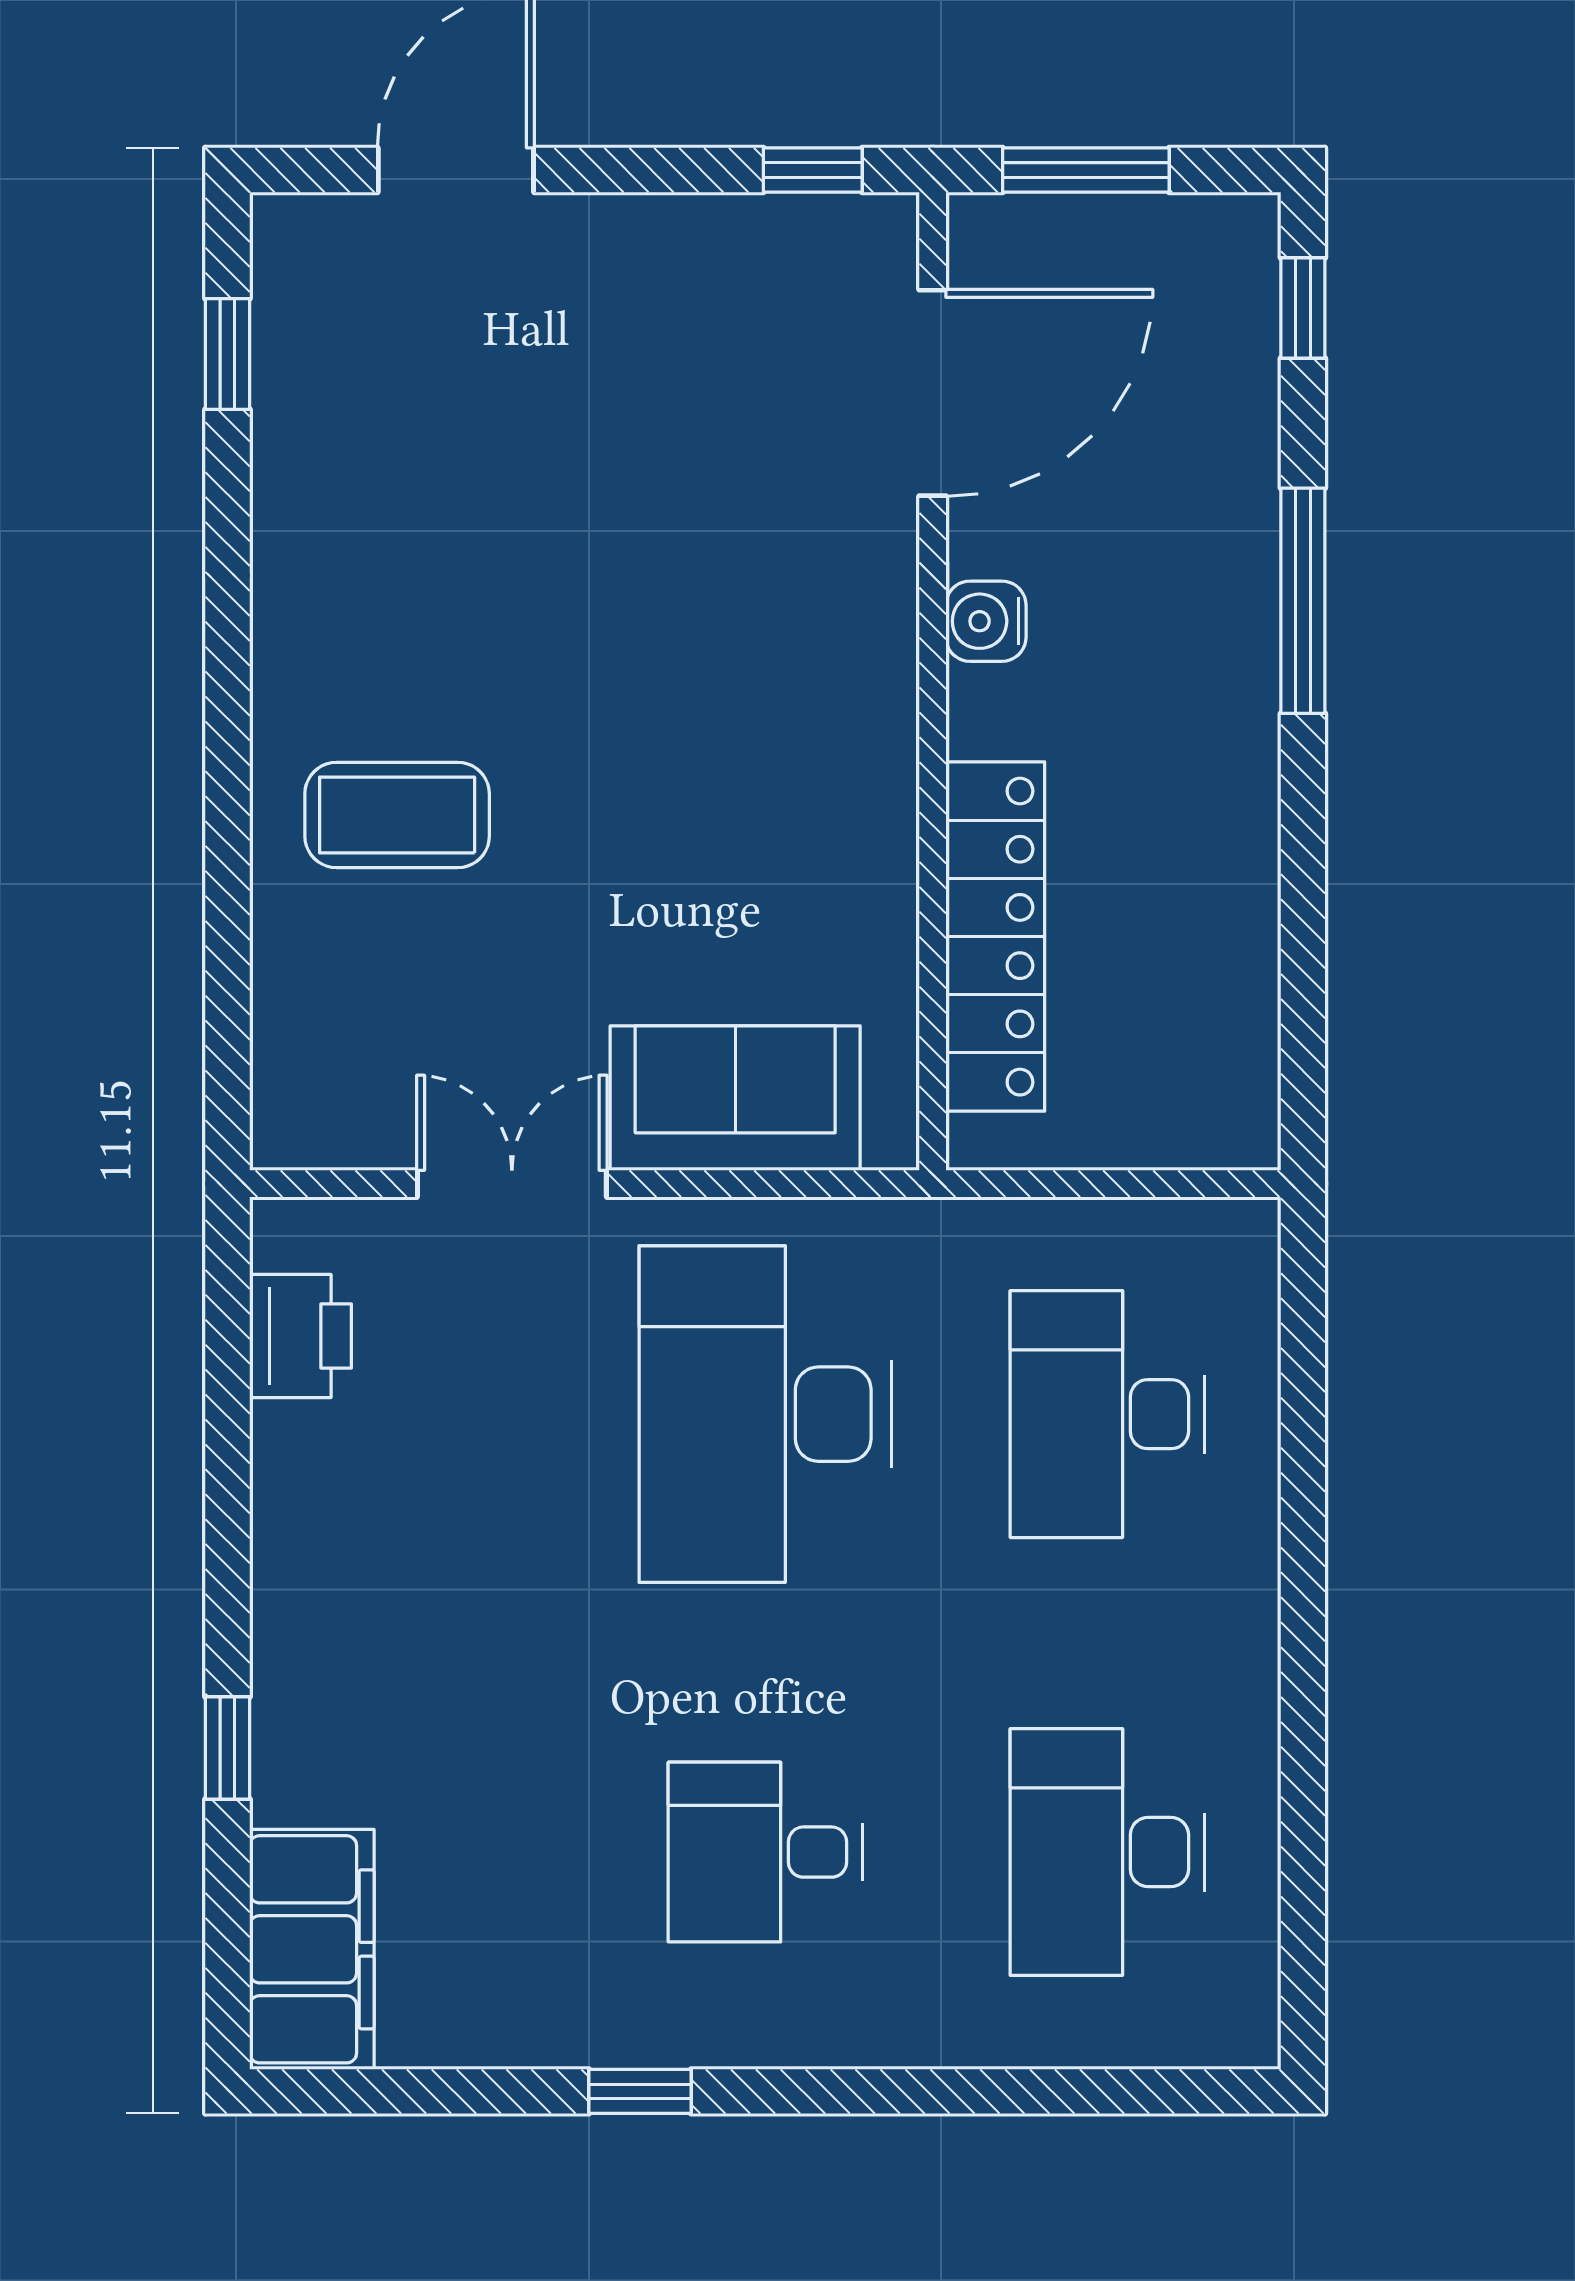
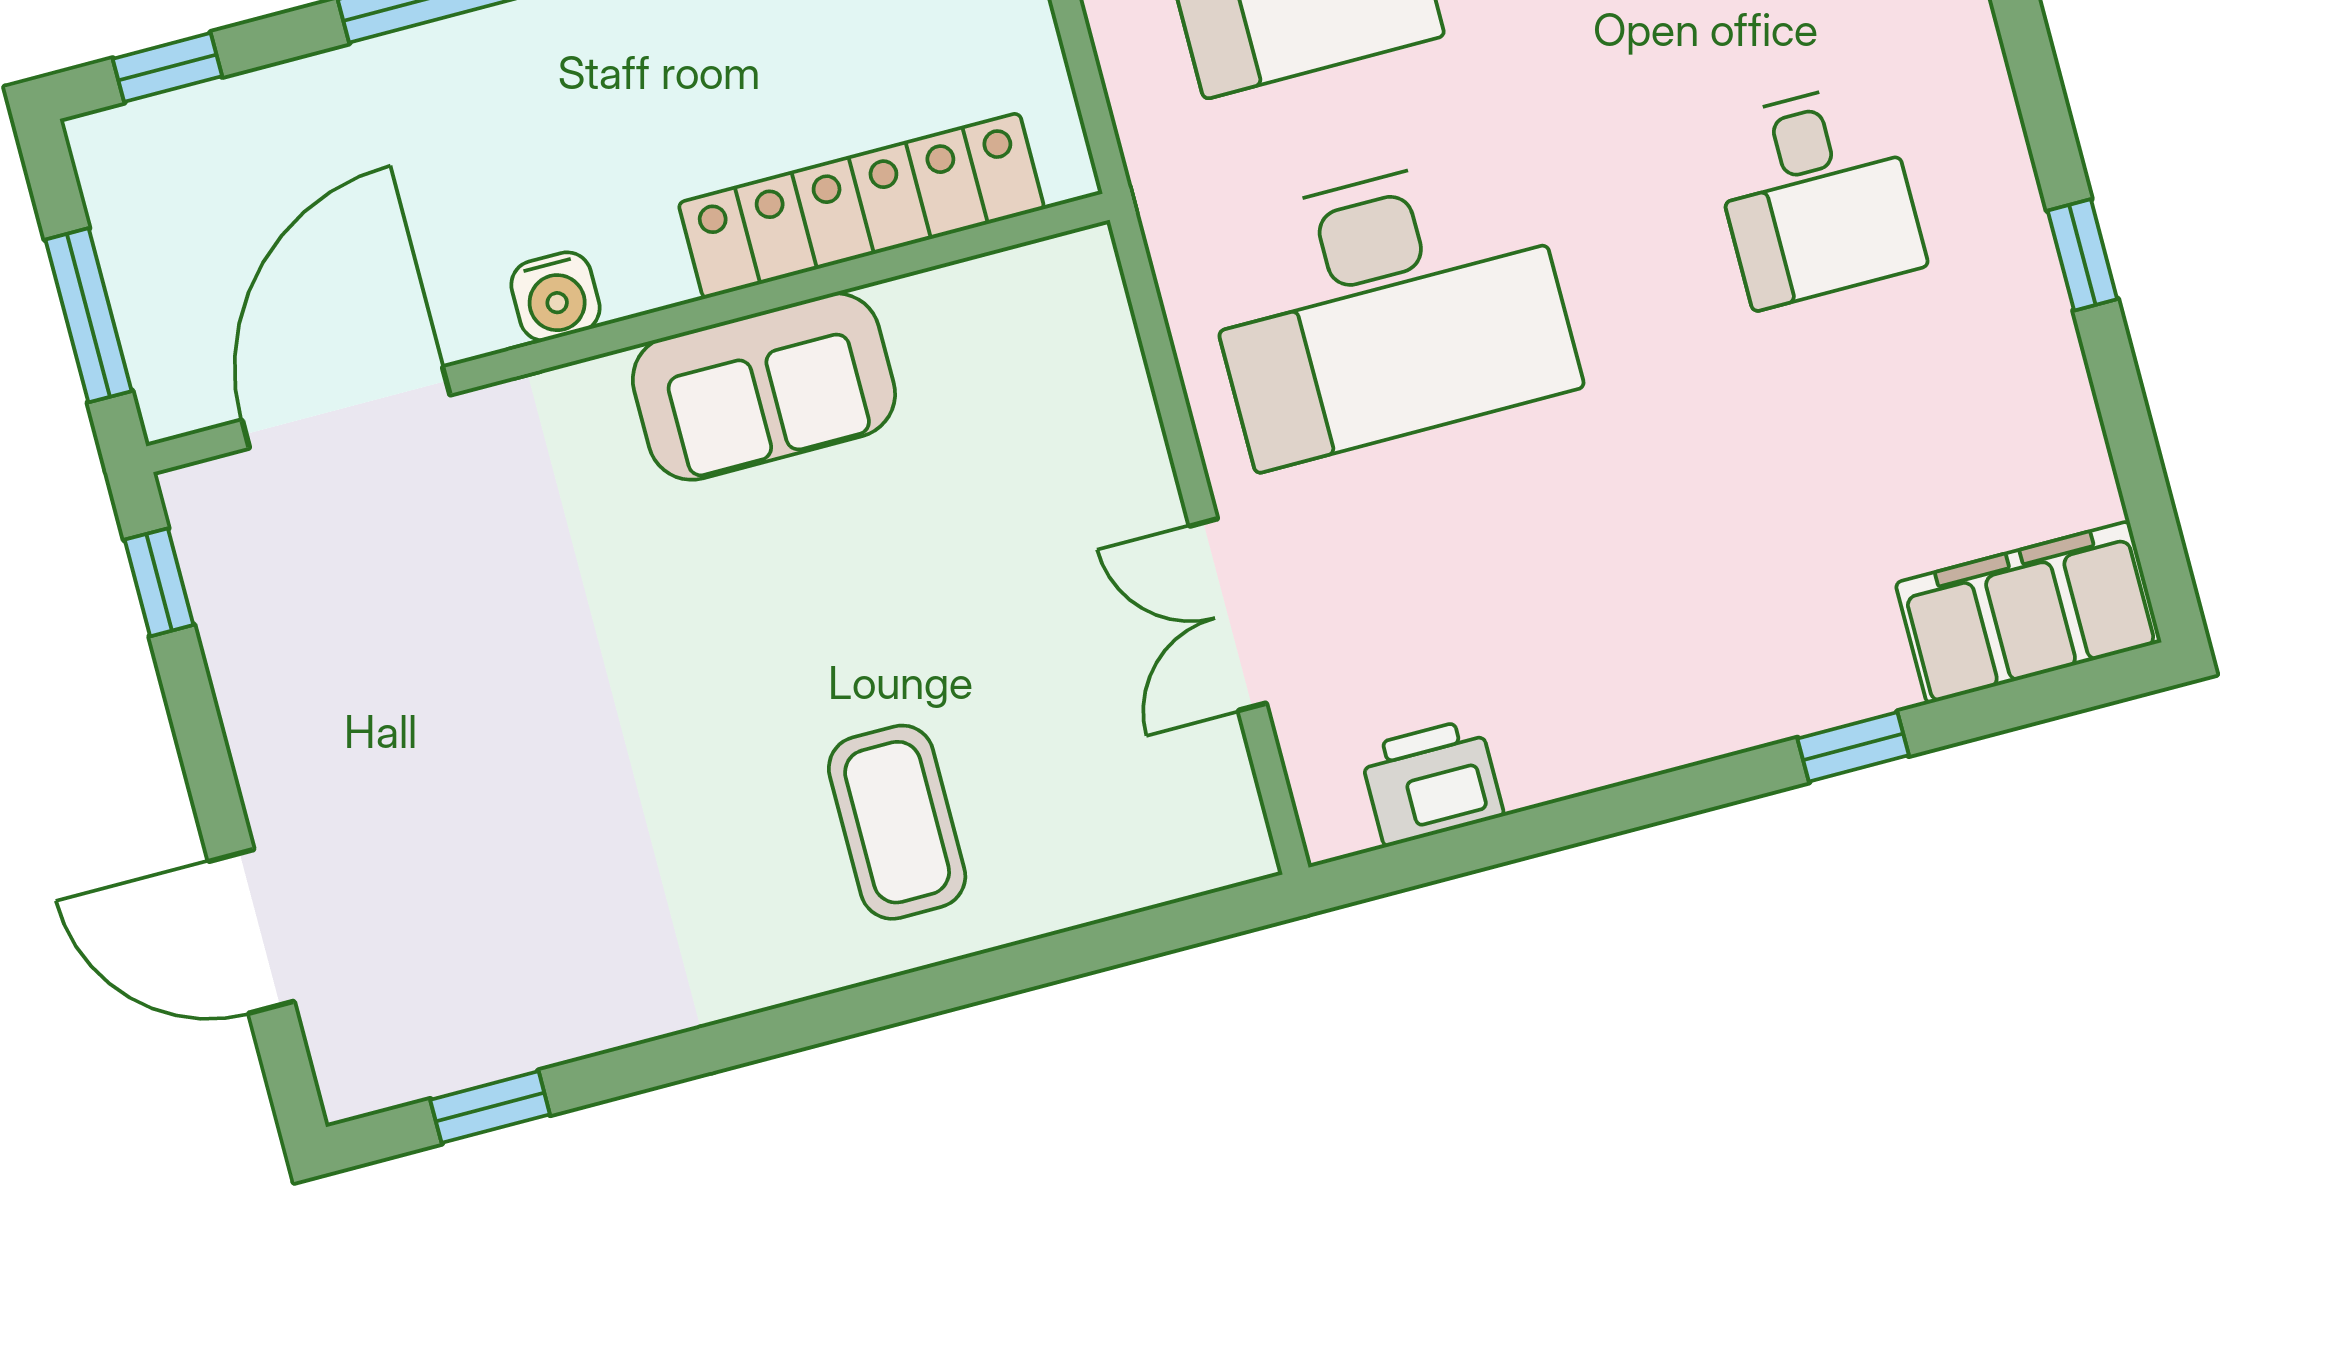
door: (933, 393) -> (346, 408), hinge flipped
sofa: (735, 1098) -> (764, 387), moved, turned -90

